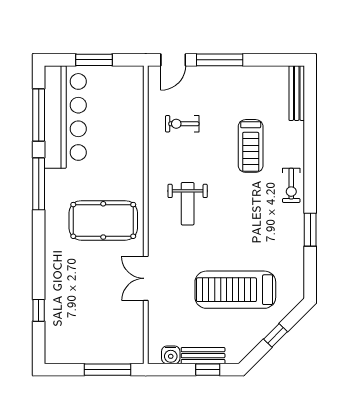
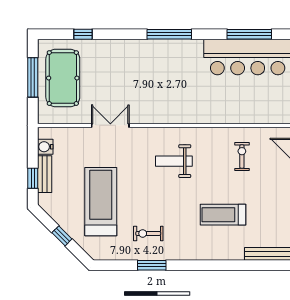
window: (39, 184) -> (169, 34), moved
exercise bike: (291, 185) -> (148, 233), moved
pool table: (103, 220) -> (63, 78), moved
window: (108, 370) -> (33, 77), moved

